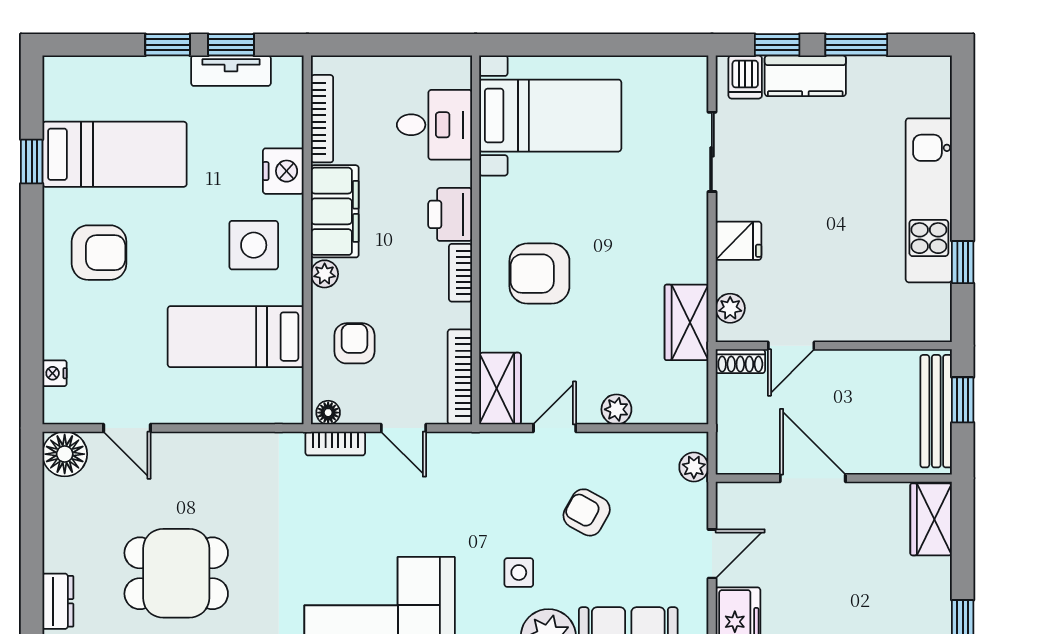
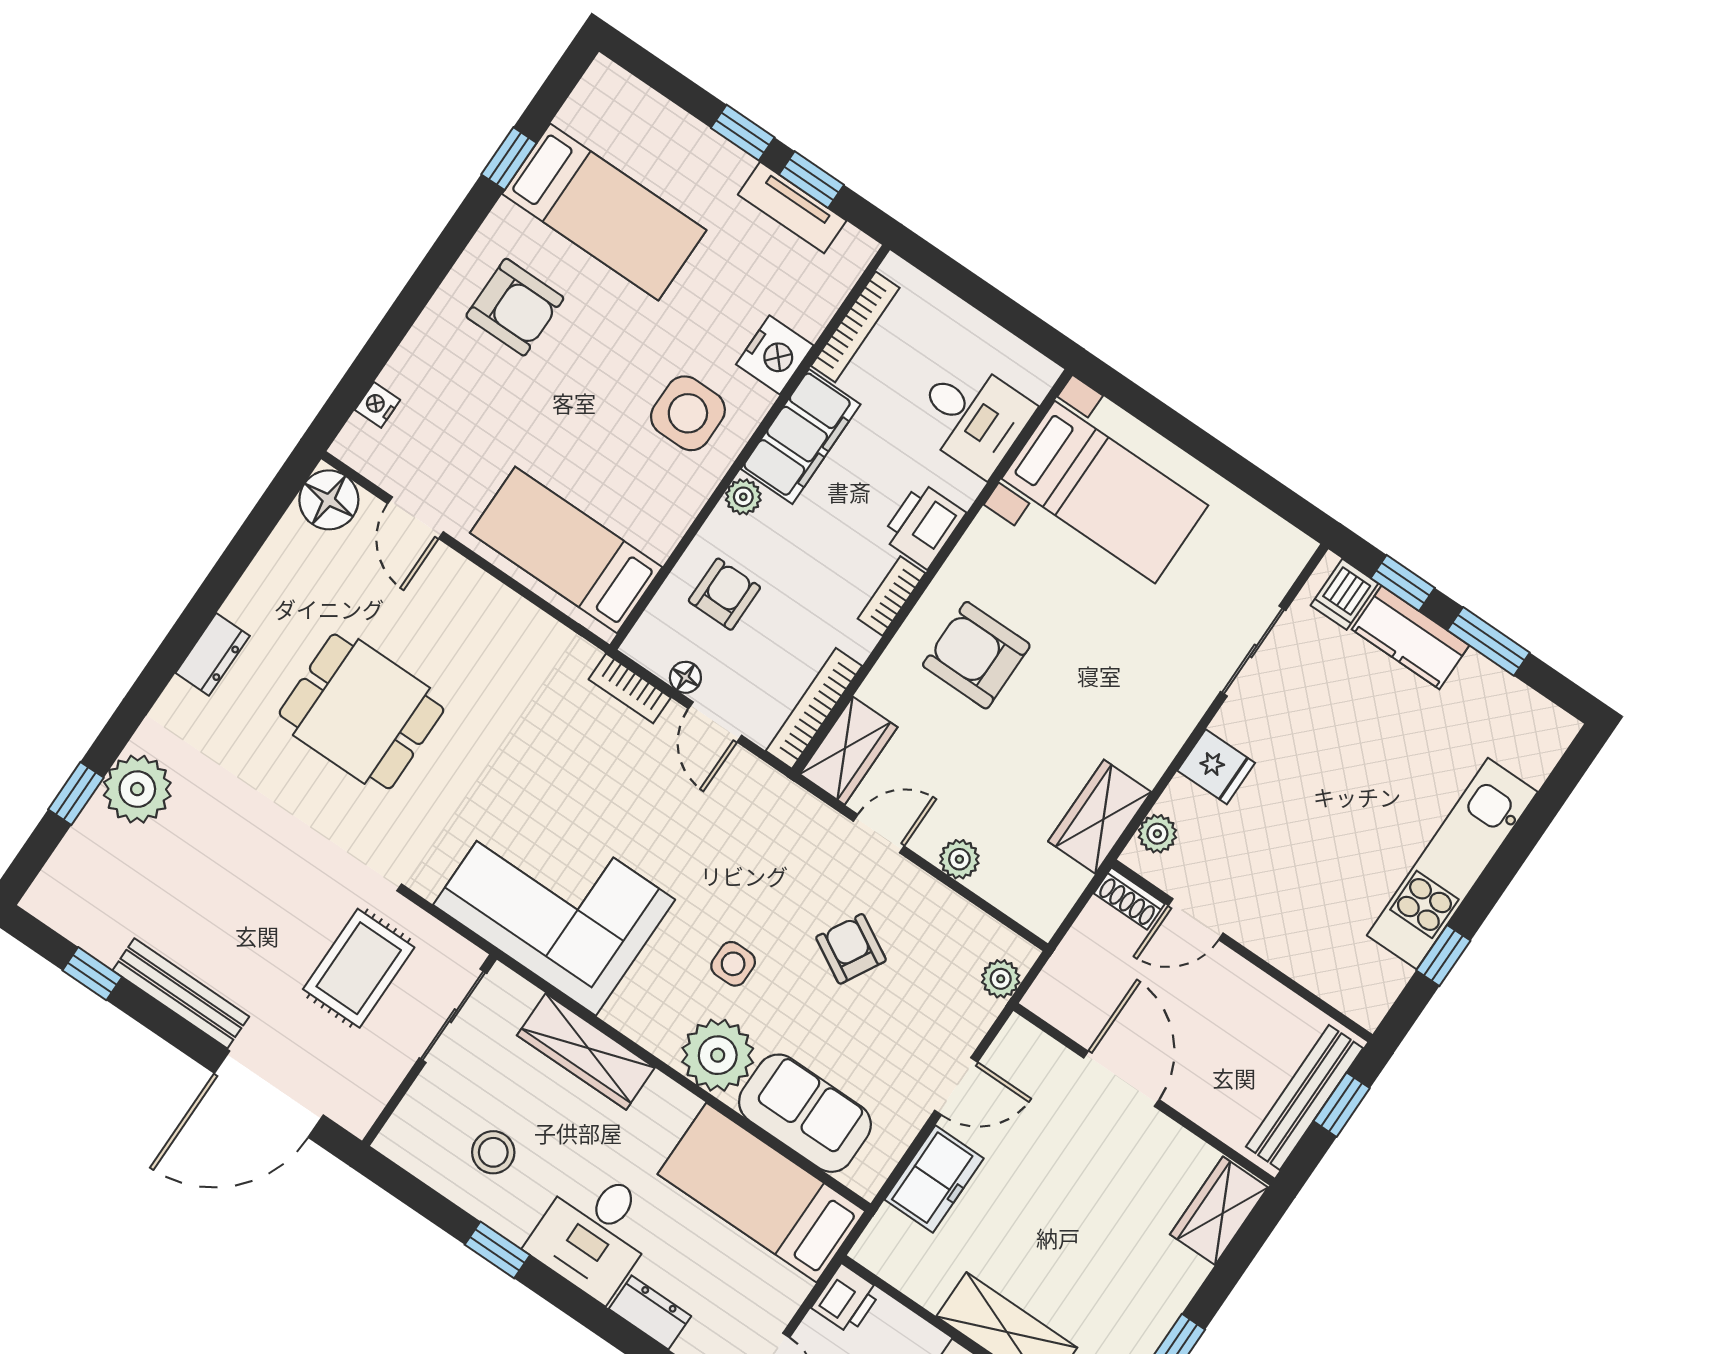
bed: (236, 337) -> (566, 550), moved
floor lamp: (328, 413) -> (685, 677), moved

